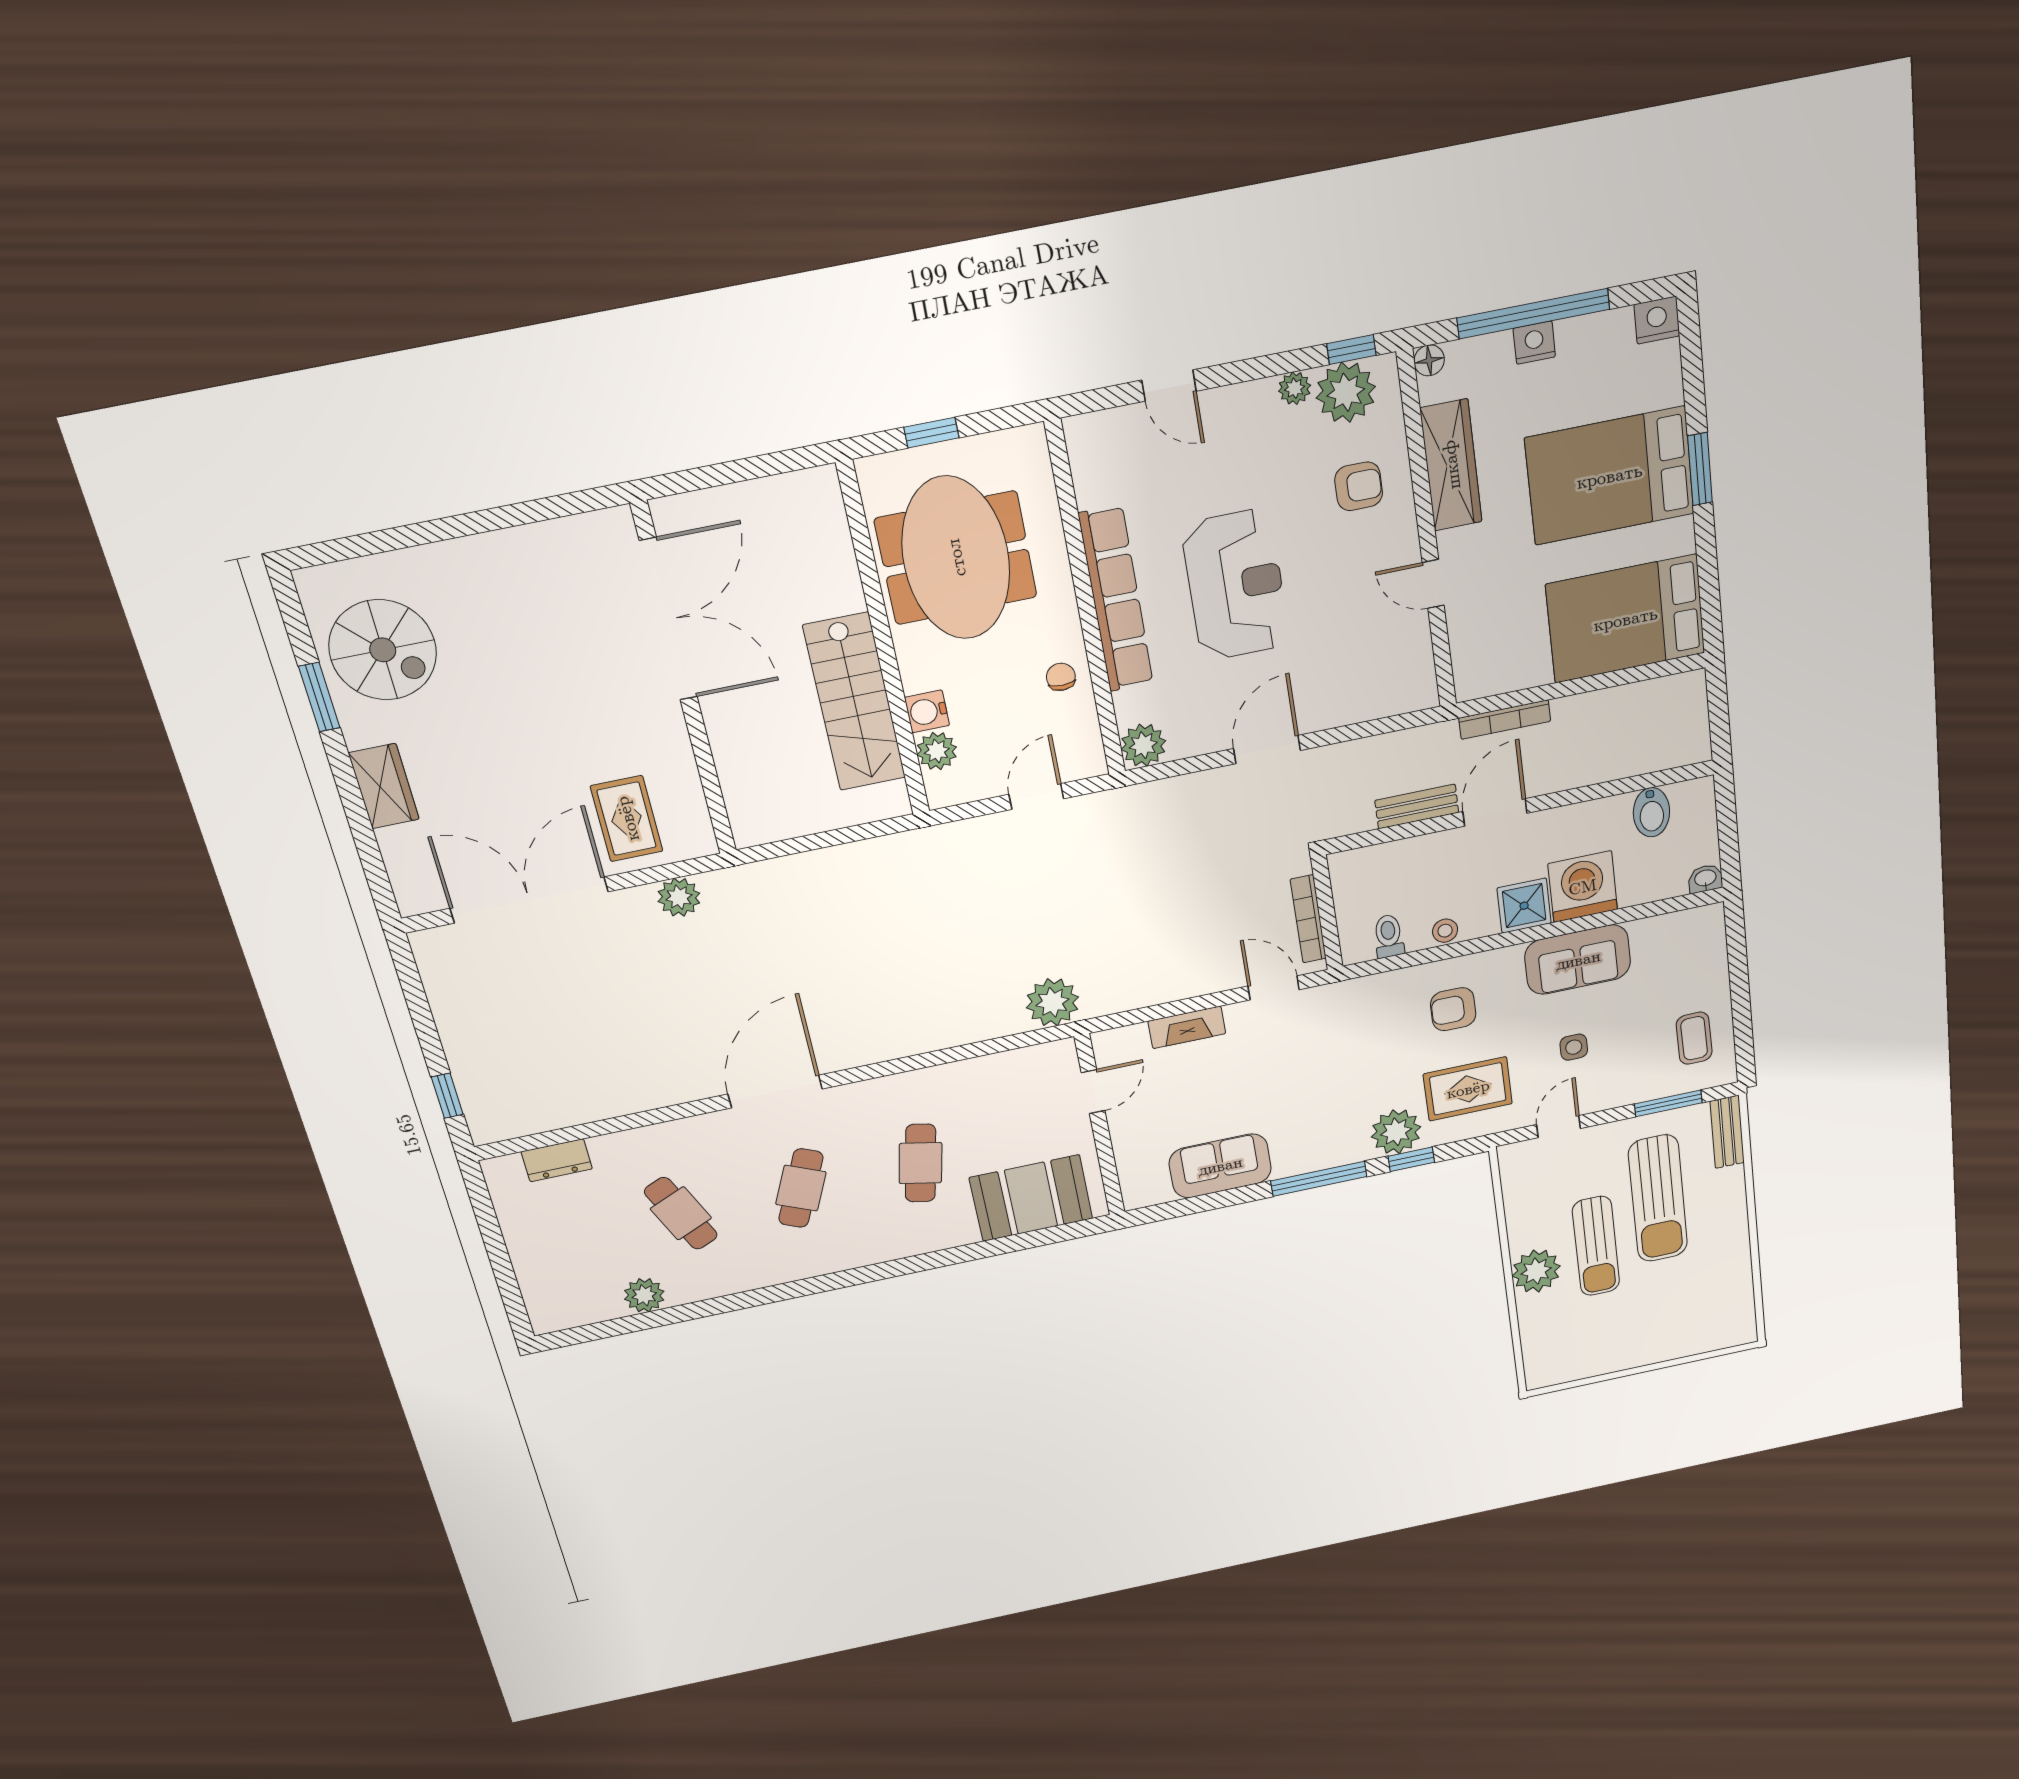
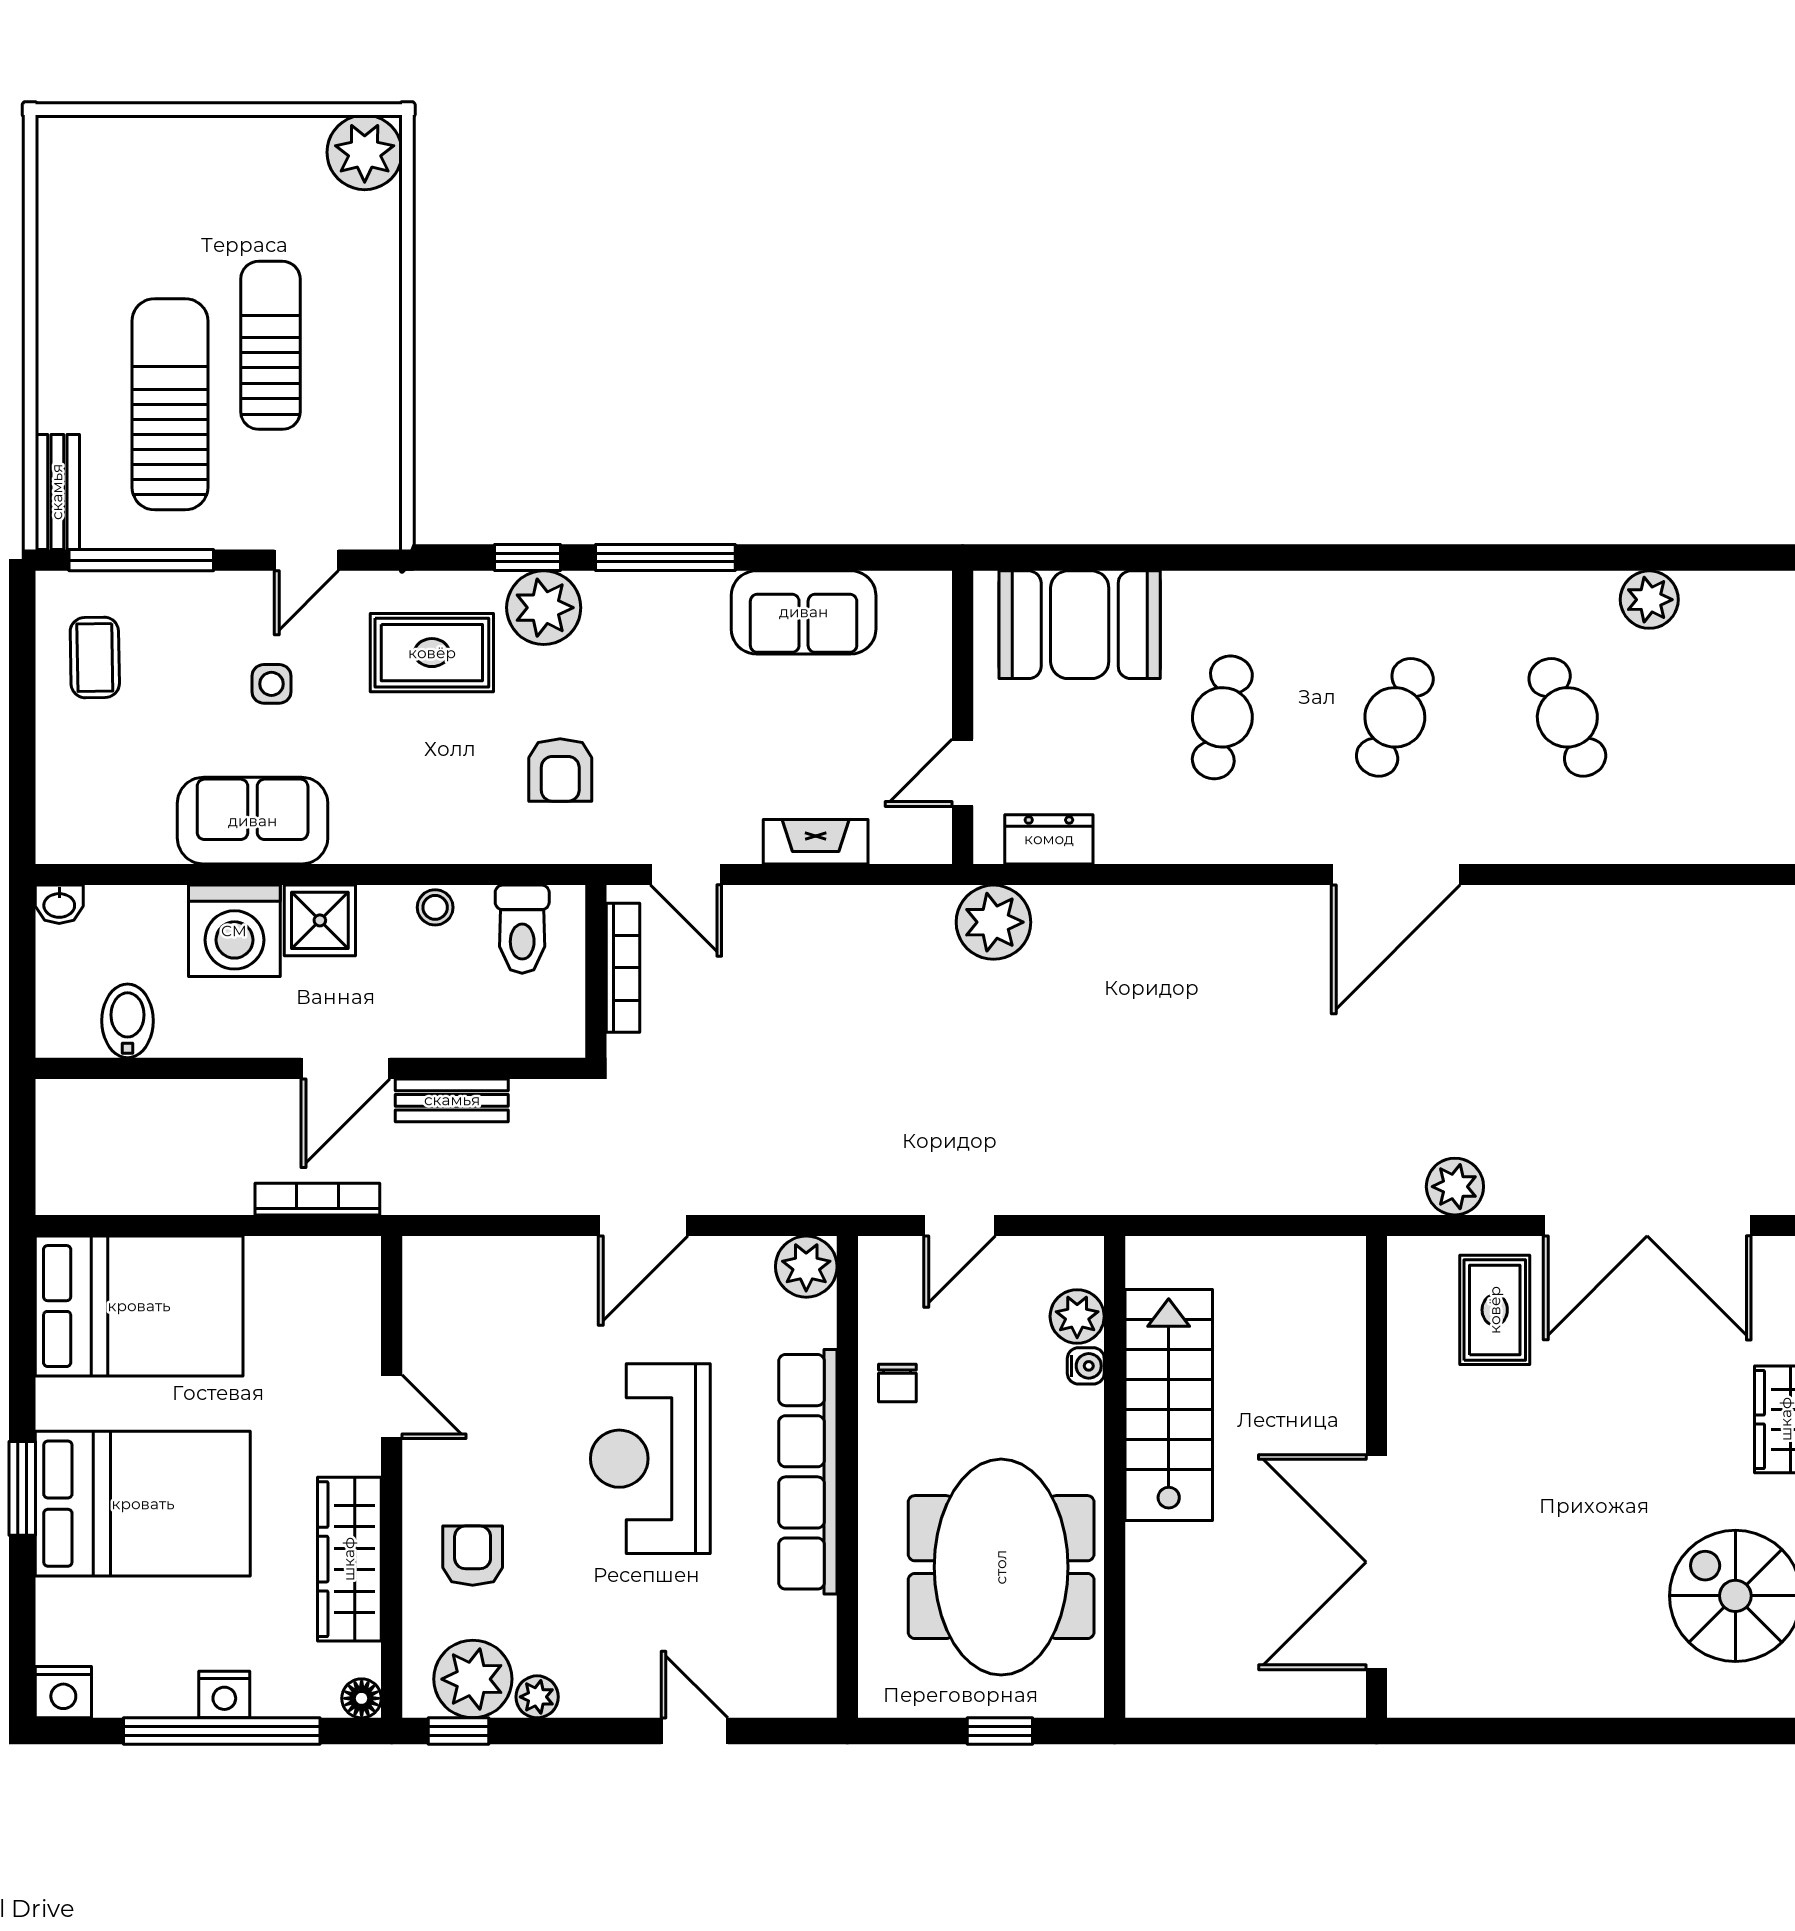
armchair: (1359, 486) -> (473, 1556), turned 90
water cooler: (927, 711) -> (1086, 1366), width x0.72, depth x0.72
toilet: (1389, 936) -> (522, 929), width x1.37, depth x1.39
armchair: (1453, 1009) -> (560, 770), moved, turned 90
window: (1668, 1103) -> (141, 560), width x1.44
dresser: (557, 1160) -> (1049, 839), moved
plant: (1536, 1271) -> (365, 152), moved

